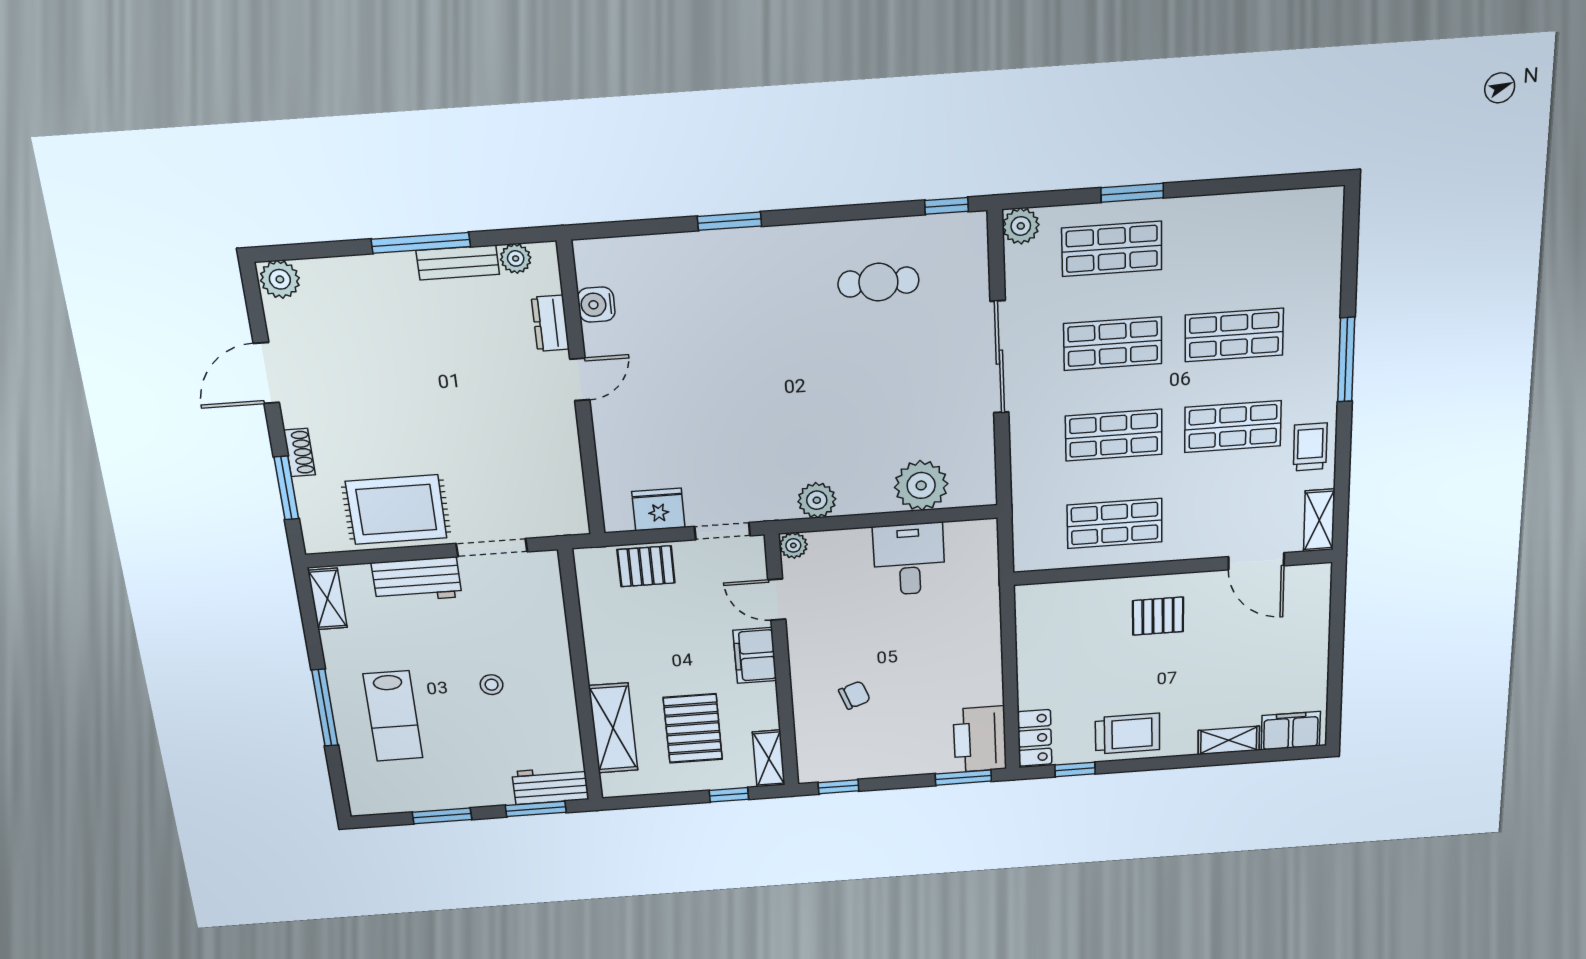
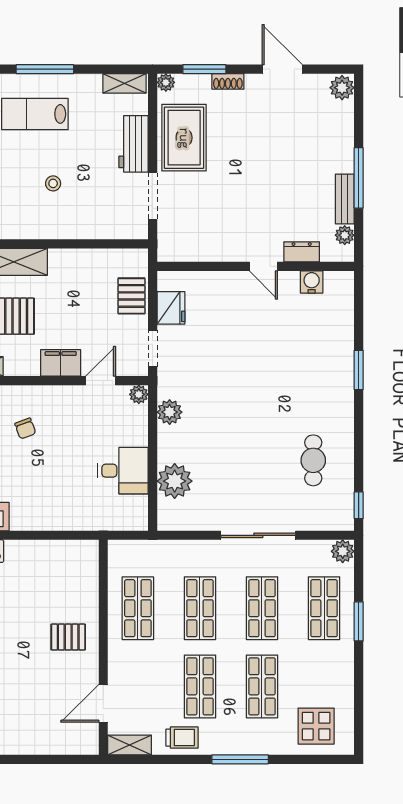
display table: (1298, 248) -> (316, 726), added
plant: (316, 541) -> (166, 82), added
pallet: (1158, 616) -> (68, 637), turned 90

